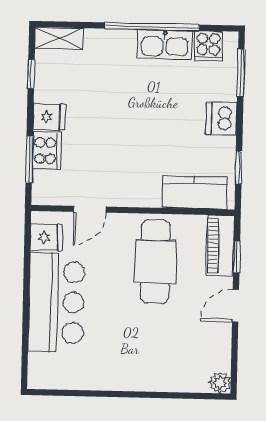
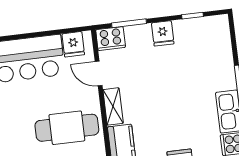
shelving: (59, 38) -> (113, 106), moved
cooker: (47, 151) -> (111, 39), moved

